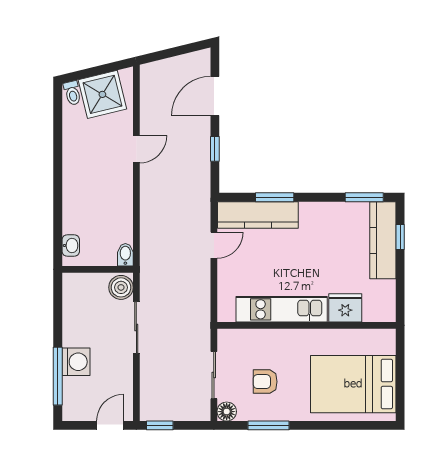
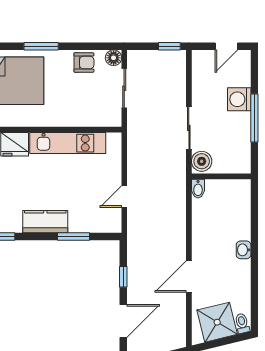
door: (136, 149) -> (189, 277), width x1.38
kitchen counter: (258, 215) -> (45, 222), moved, width x0.67
washbasin: (71, 246) -> (244, 250), moved
window: (58, 376) -> (254, 118), moved
armchair: (265, 382) -> (84, 63), moved
door: (110, 425) -> (226, 46), moved
window: (269, 425) -> (41, 46), moved

